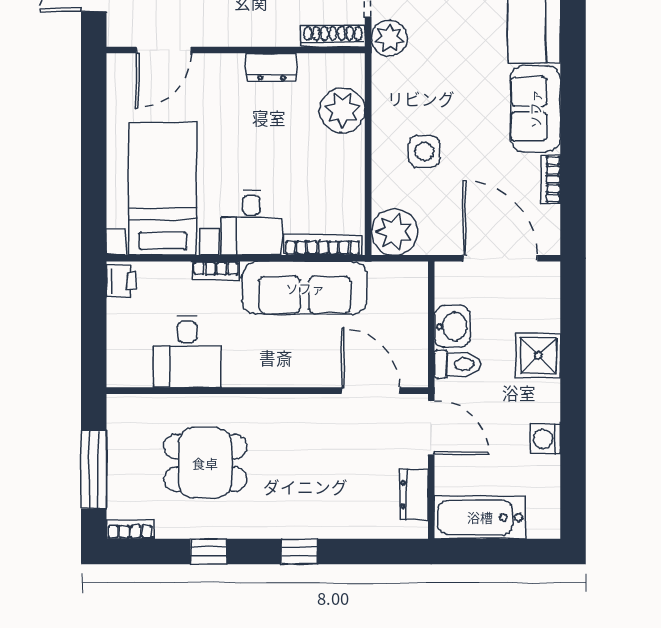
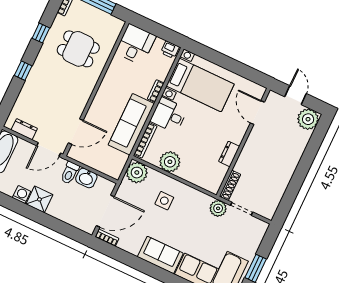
plant: (342, 110) -> (170, 162), moved
bookcase: (551, 179) -> (107, 238), moved
desk: (187, 351) -> (136, 44), moved, turned 90
shower: (538, 355) -> (39, 199), moved
dining table: (205, 463) -> (78, 49), turned 90

